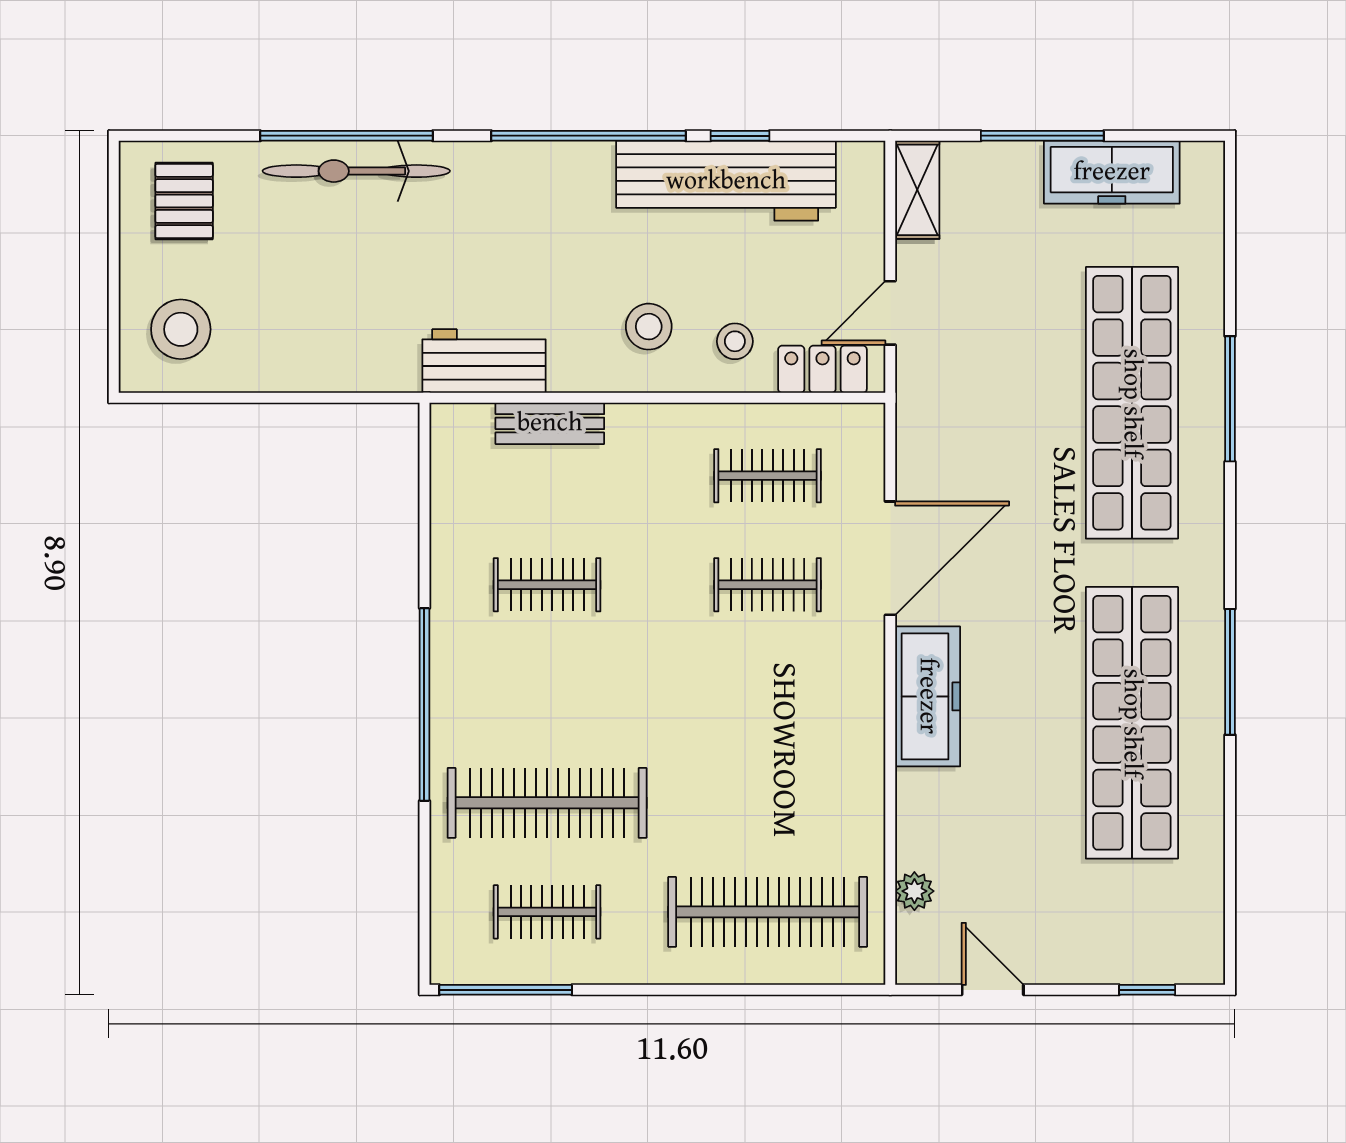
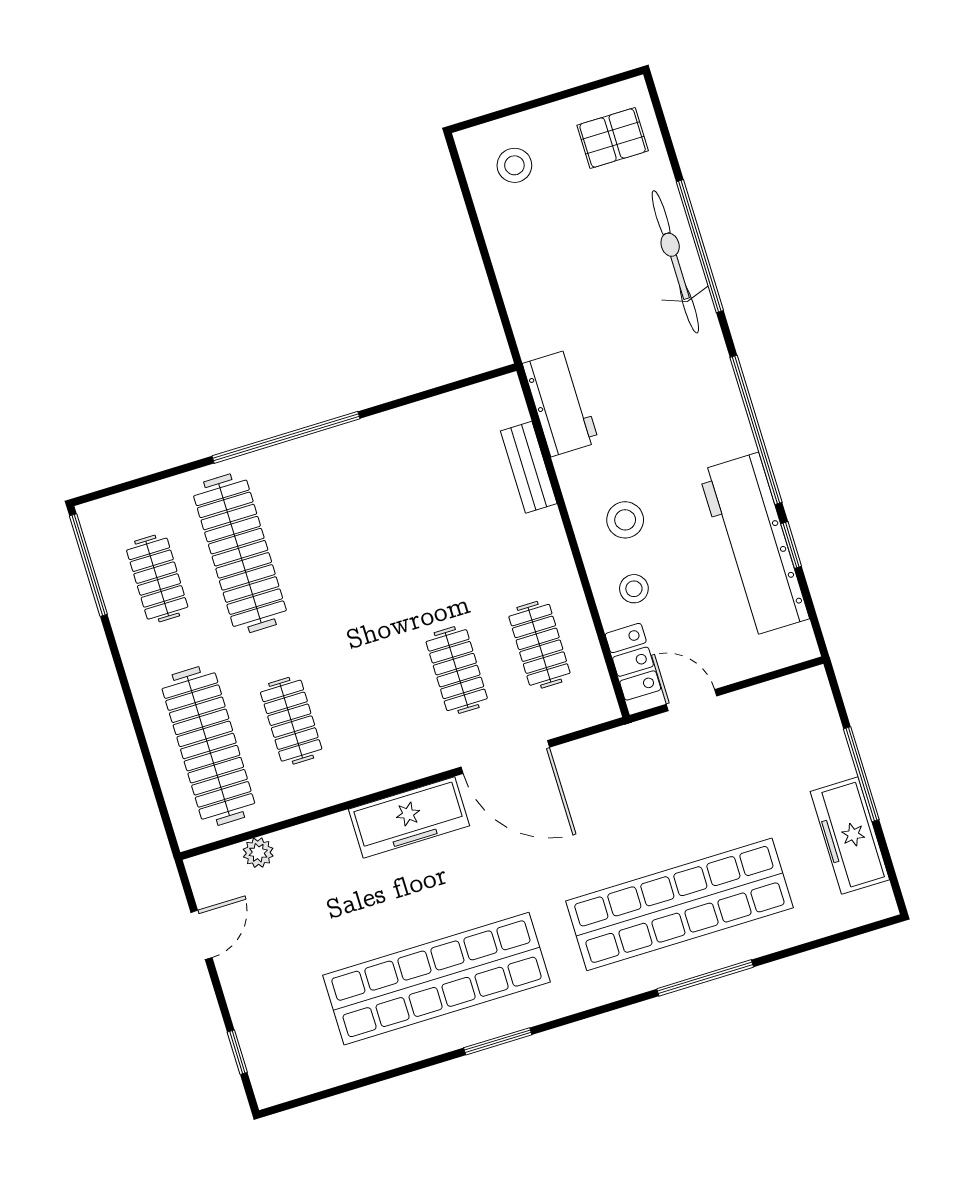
shelving: (917, 190) -> (791, 692), removed
stool: (181, 329) -> (514, 165), width x0.73, depth x0.73
clothes rail: (547, 585) -> (291, 721), moved
window: (1230, 672) -> (498, 1041), width x0.69

